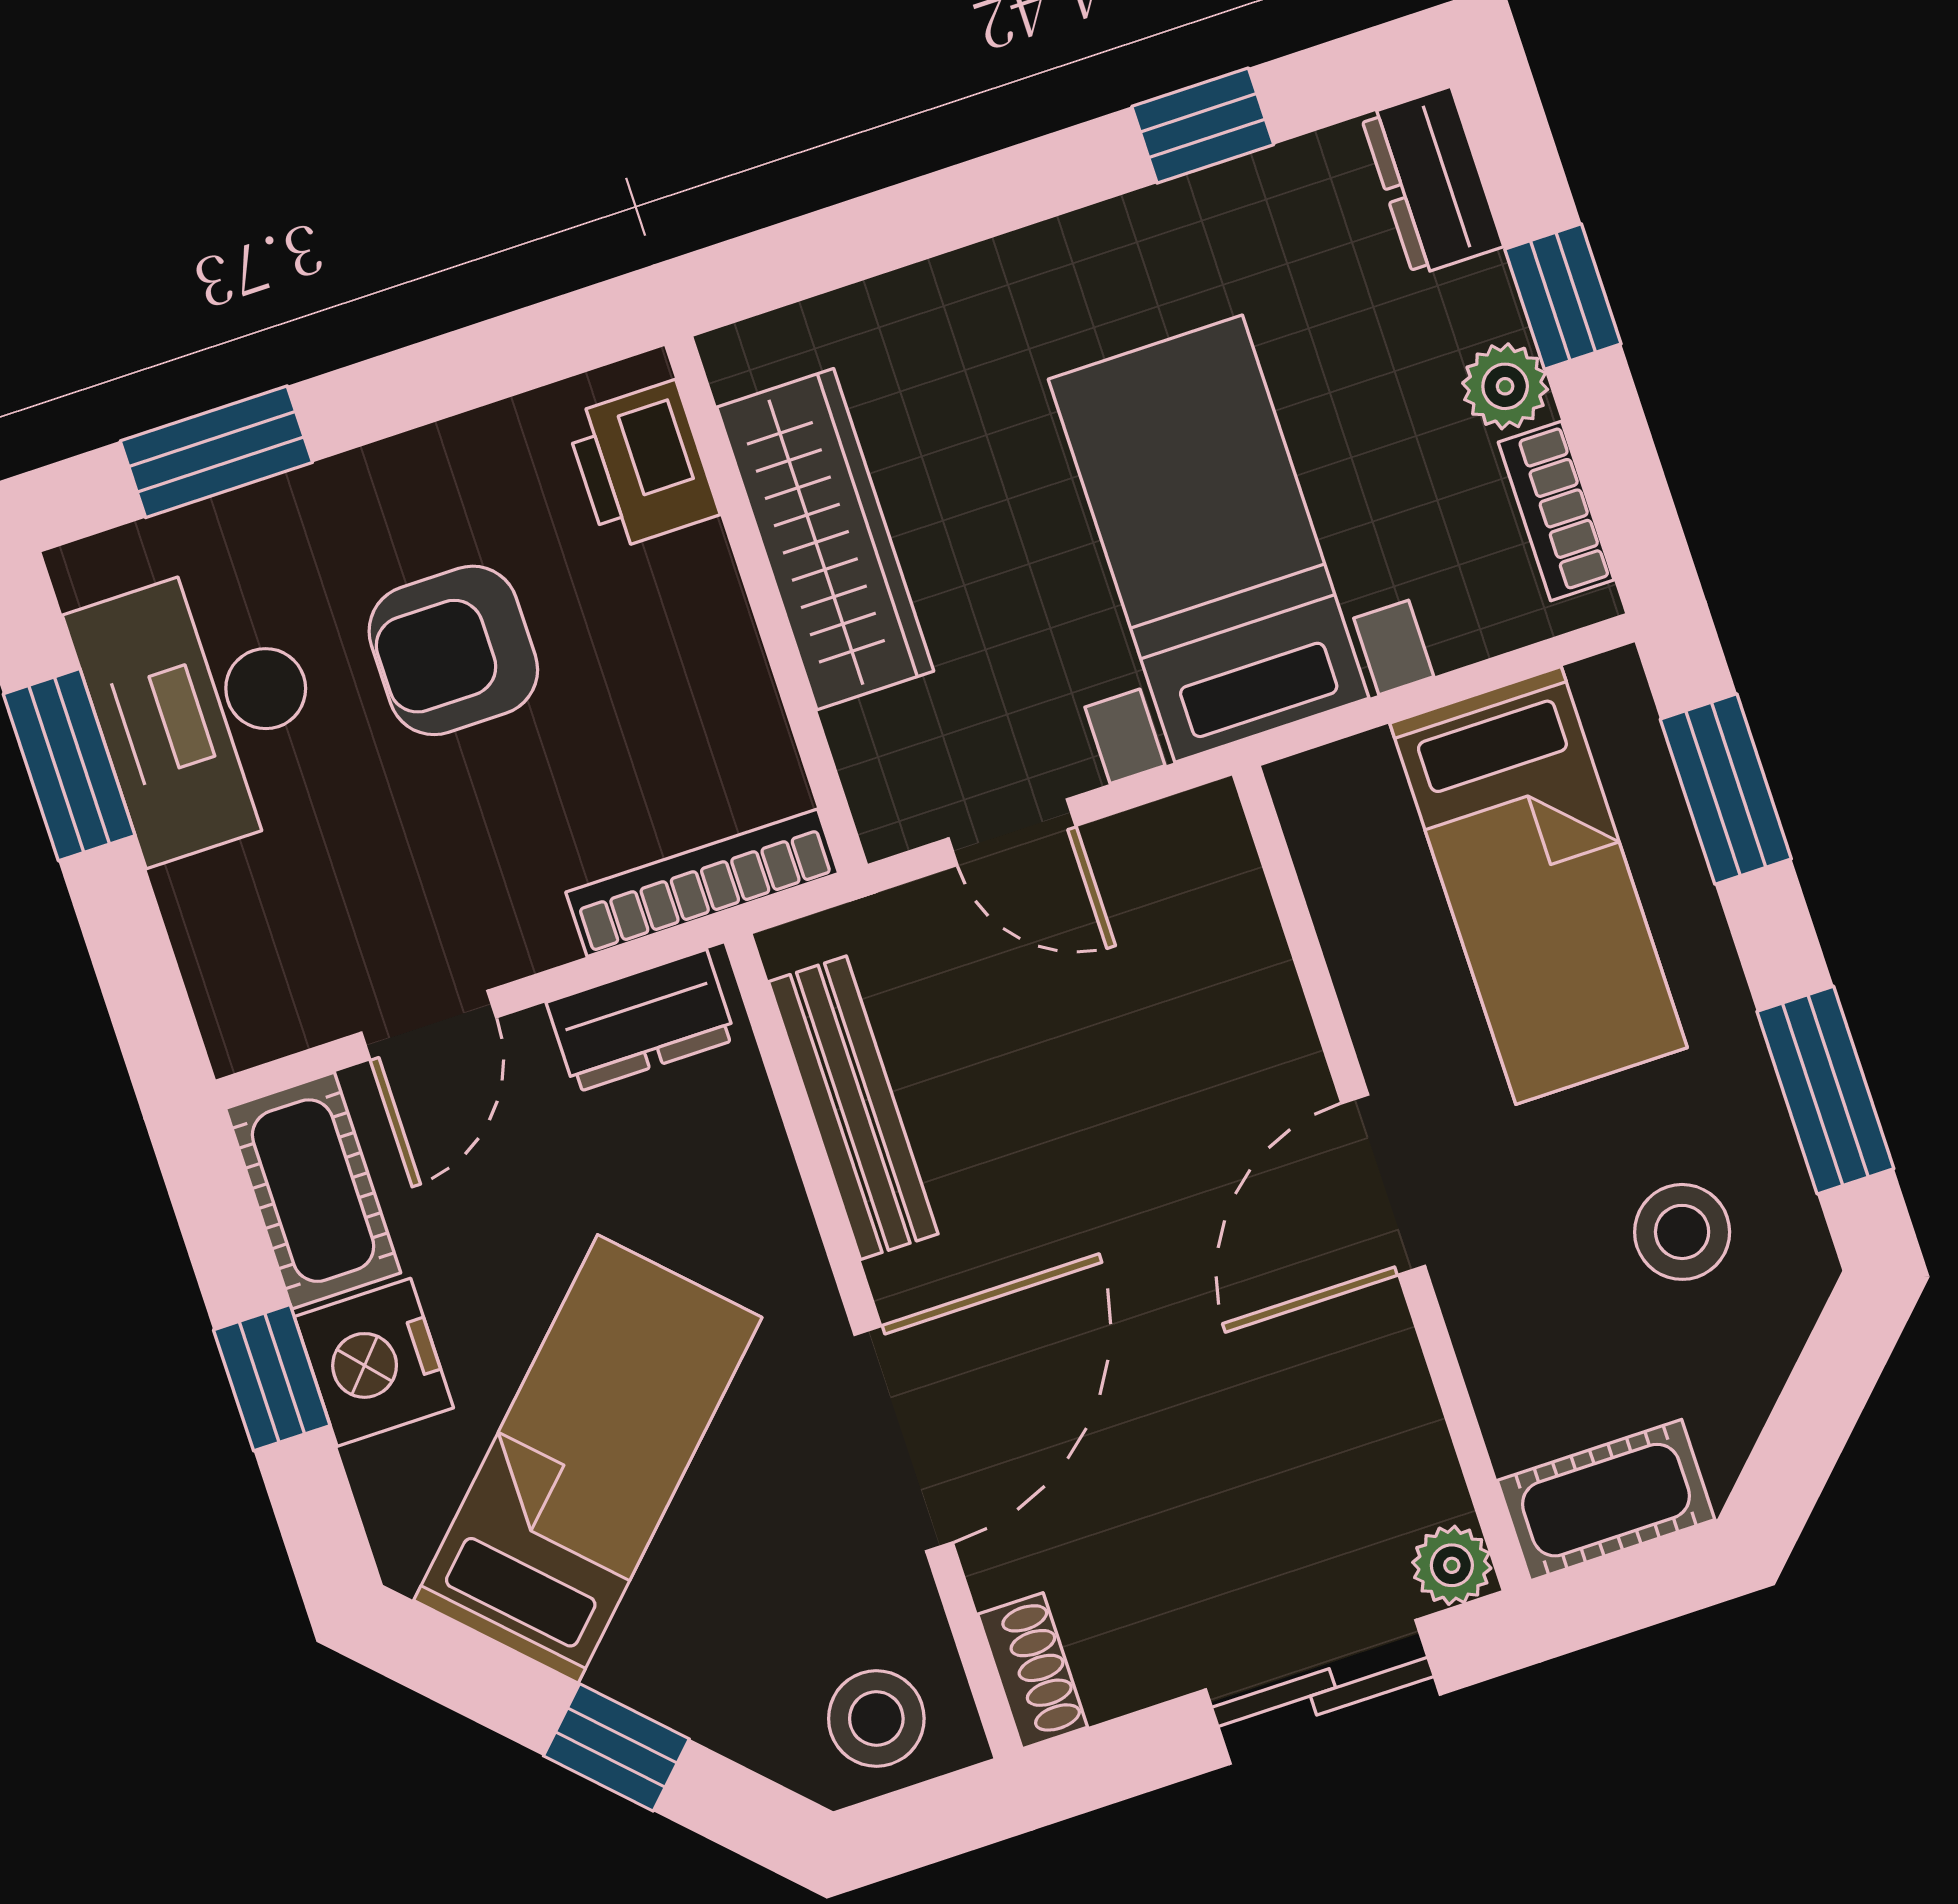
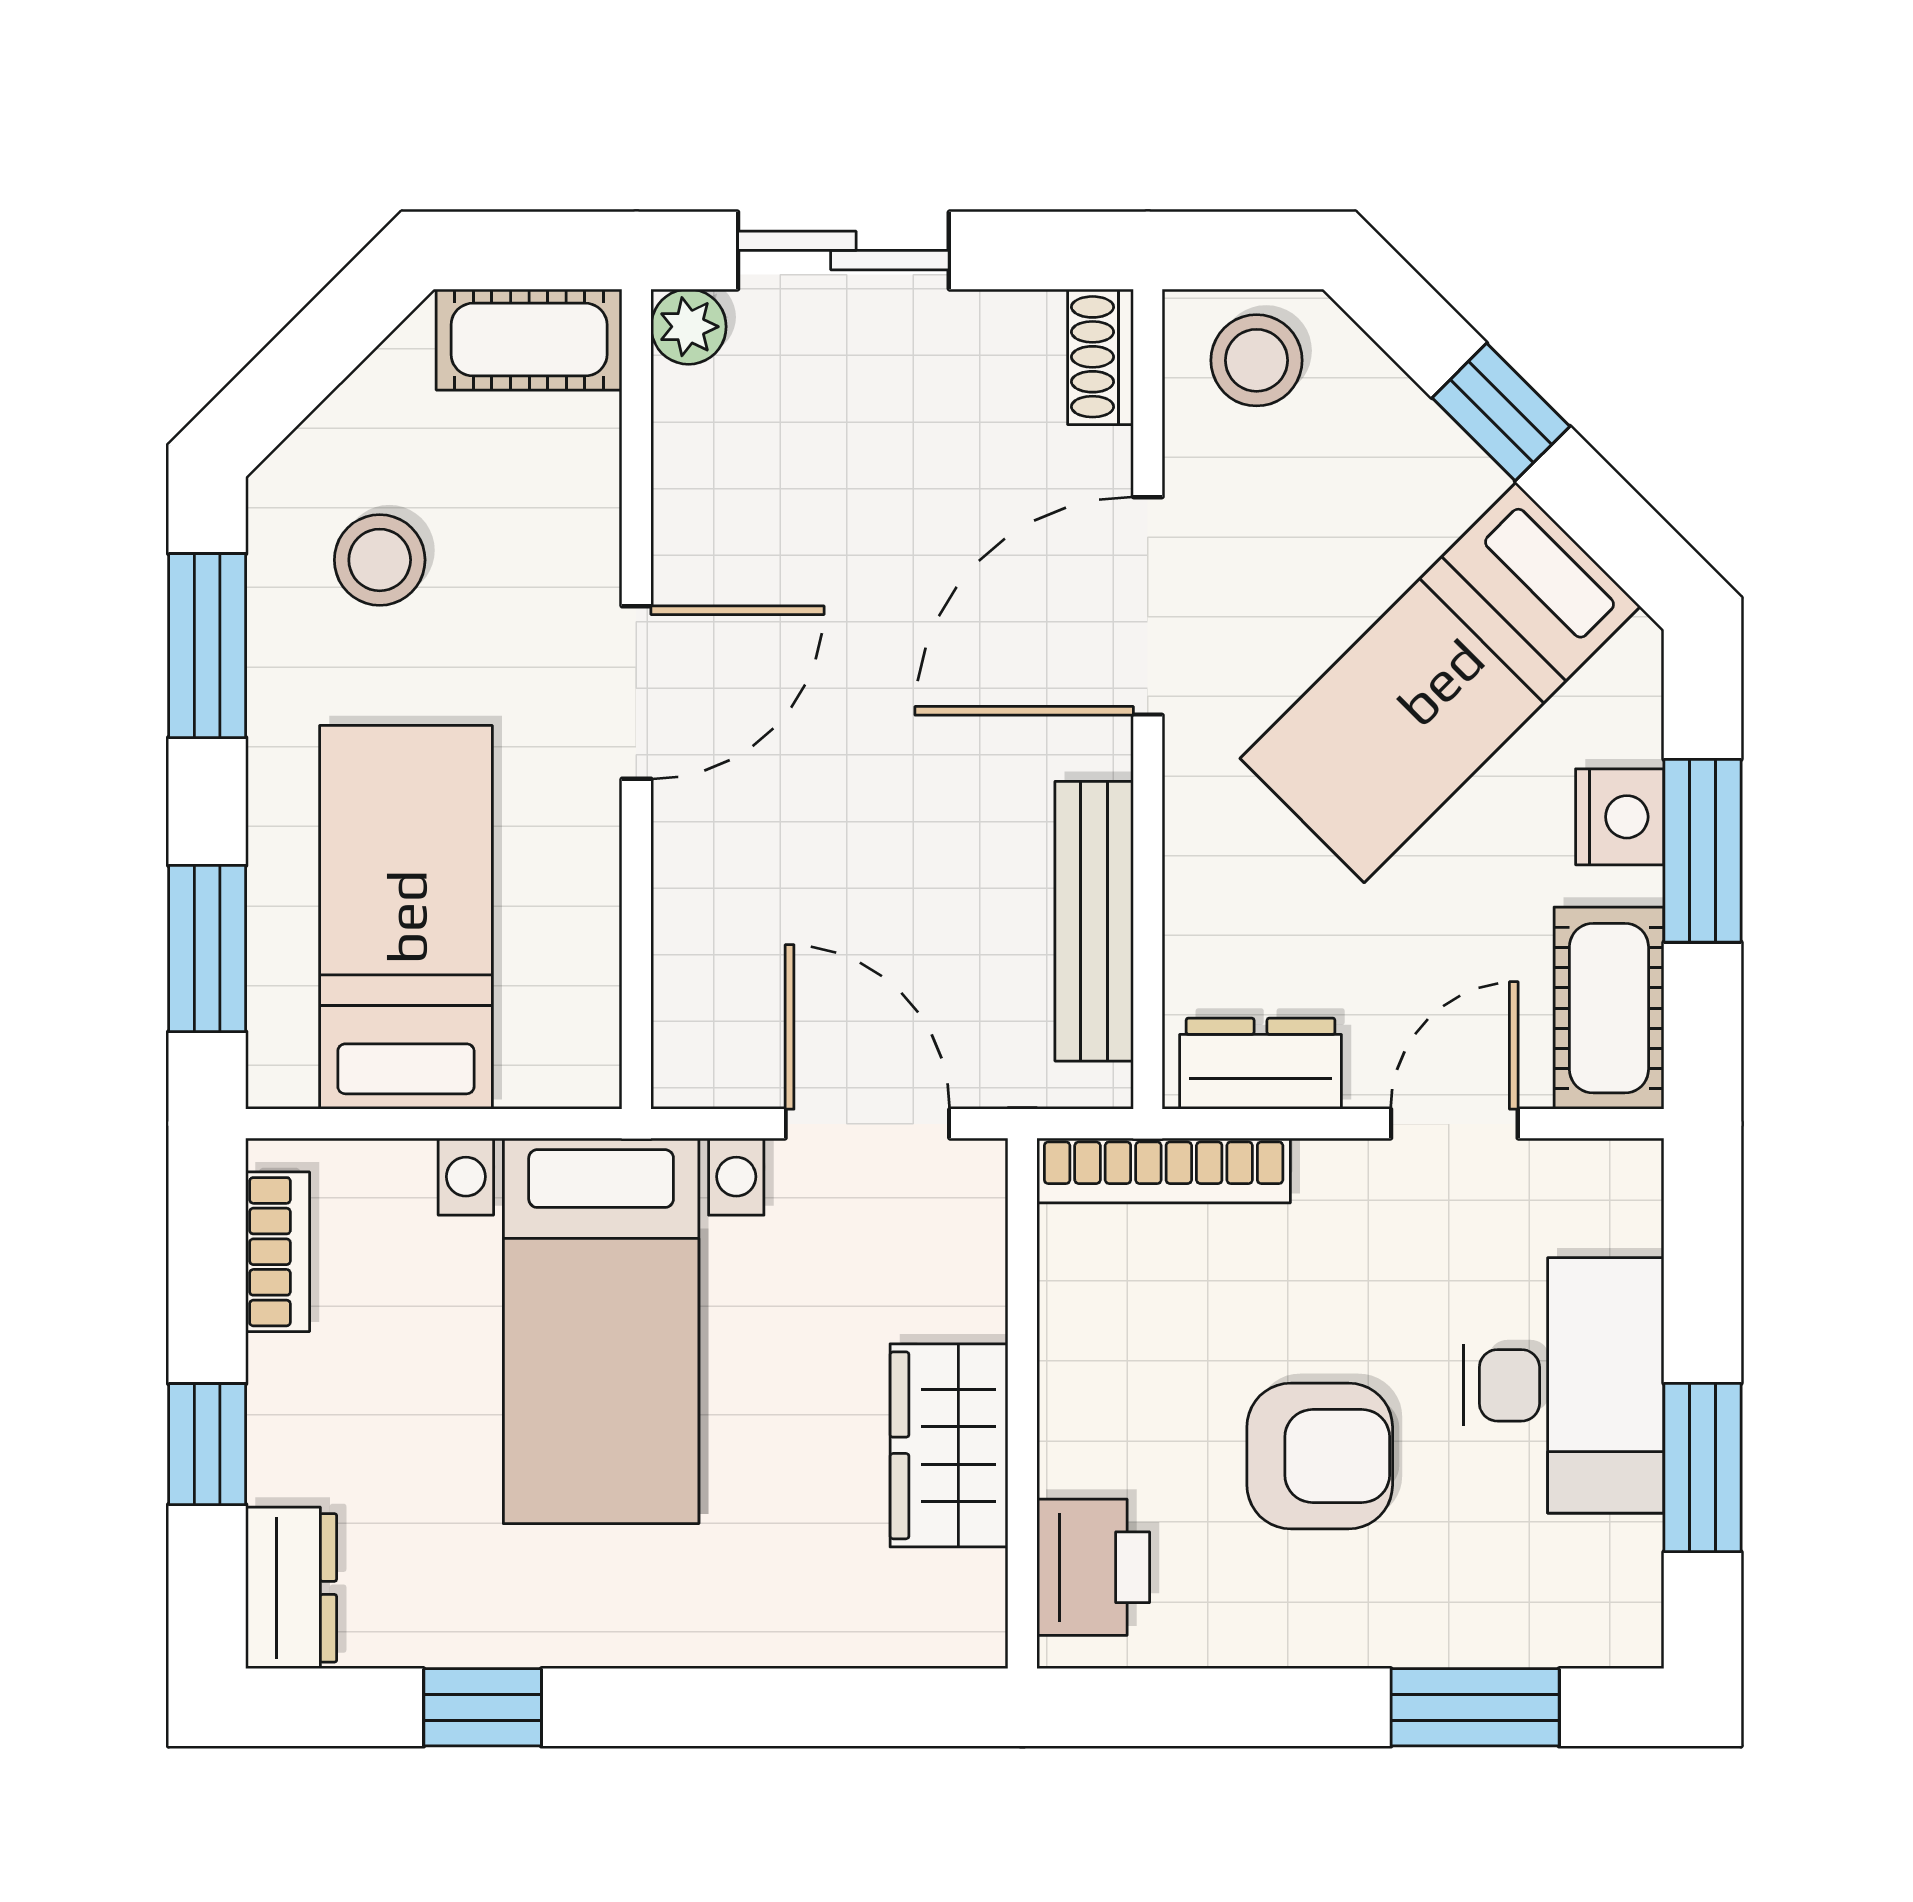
plant: (1505, 386) -> (287, 1380), removed
wardrobe: (825, 539) -> (949, 1445), width x0.67
desk: (204, 709) -> (1564, 1385), moved
door: (1012, 832) -> (867, 1124), width x1.37
nightstand: (374, 1362) -> (1620, 817), width x0.74, depth x0.75
window: (272, 1378) -> (1703, 851), width x1.50

